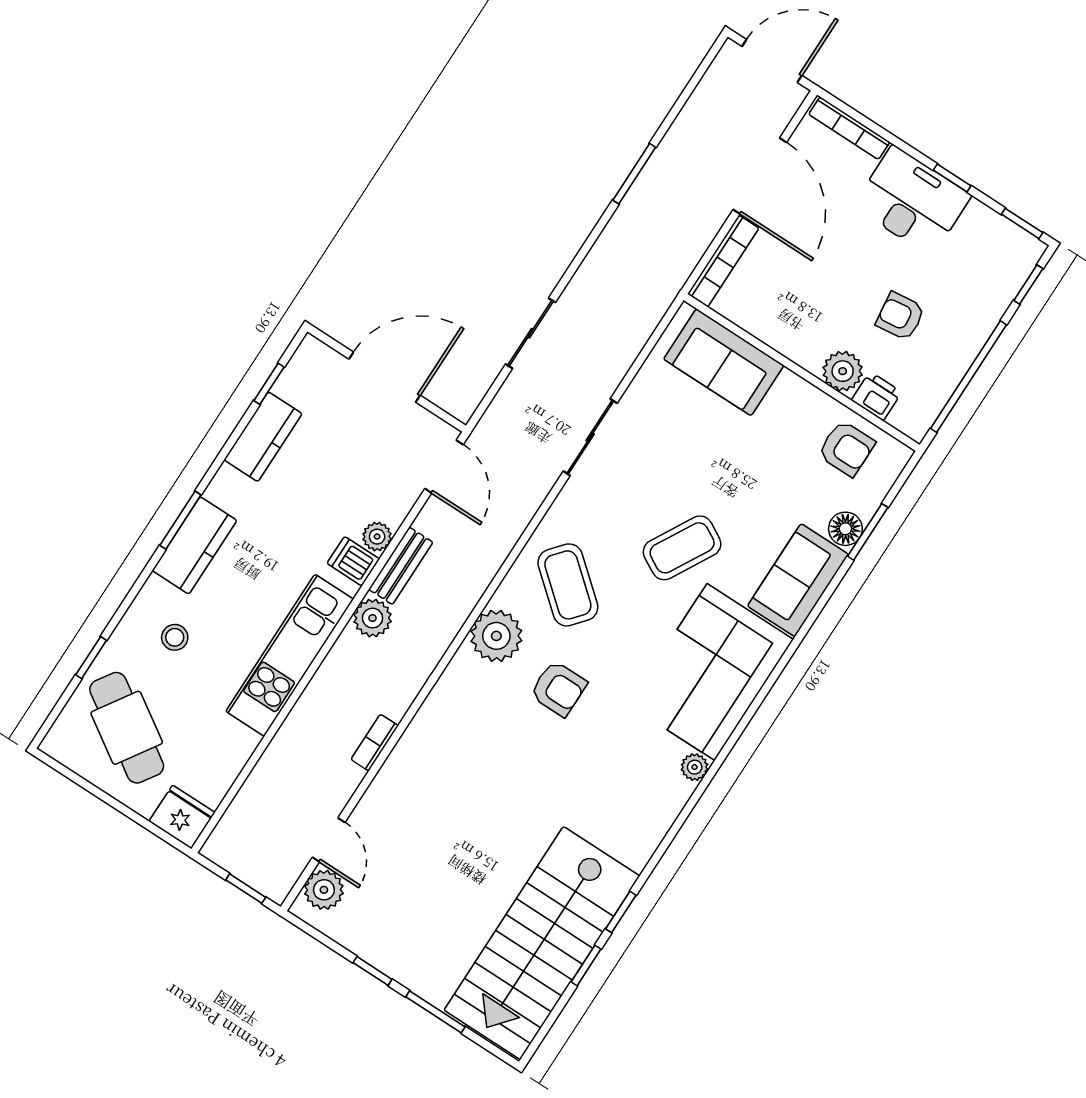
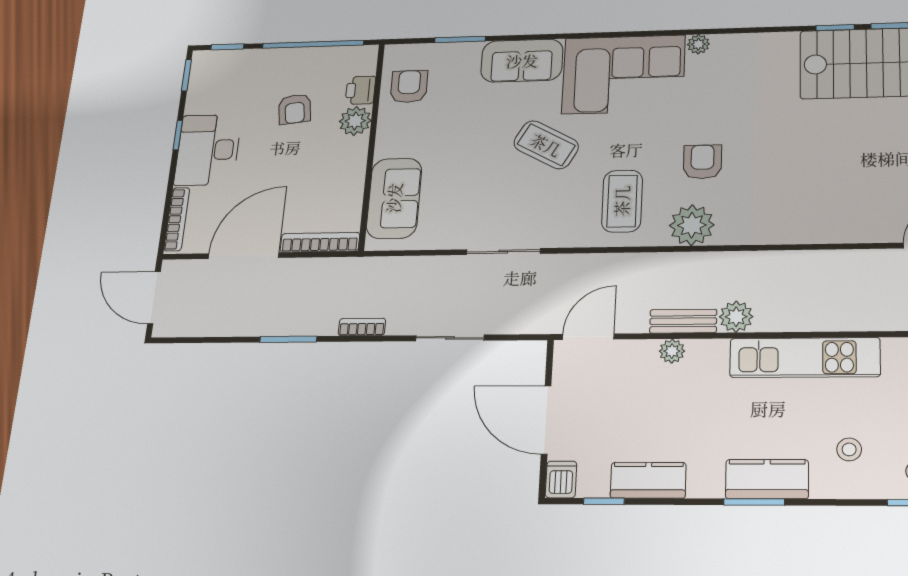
floor lamp: (845, 529) -> (467, 54), removed
dishwasher: (353, 561) -> (561, 479), moved, turned 180
coffee table: (568, 585) -> (622, 201), turned -40
bookcase: (375, 743) -> (362, 327), moved, turned 180

